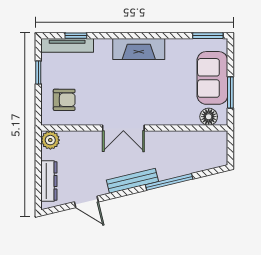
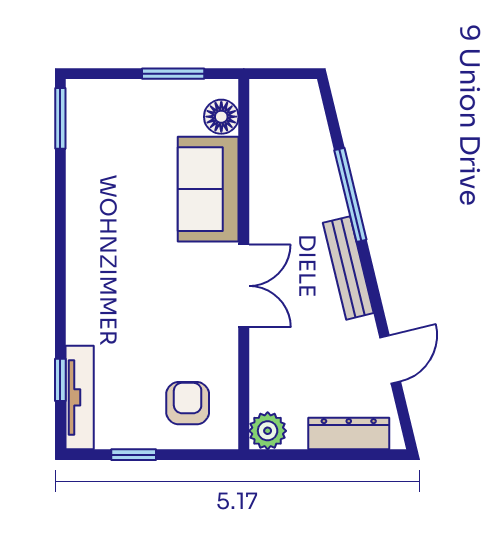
fireplace: (139, 49) -> (87, 255), removed
sofa: (212, 78) -> (208, 189), moved, turned 90

